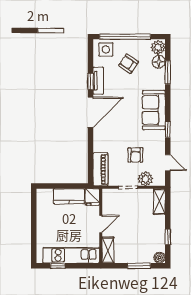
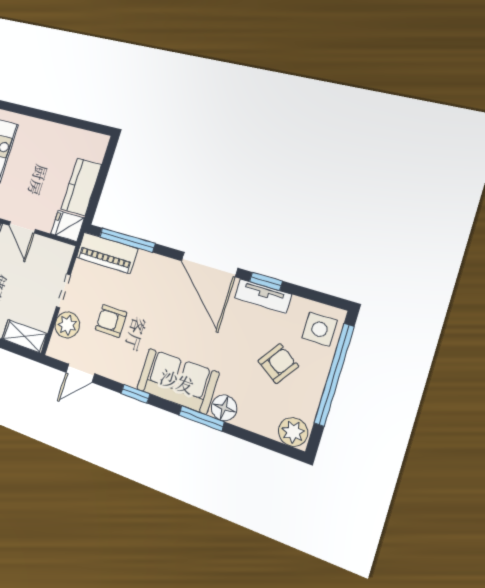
floor lamp: (159, 62) -> (224, 408), moved
window: (168, 72) -> (201, 418), moved
window: (90, 160) -> (127, 240), added

